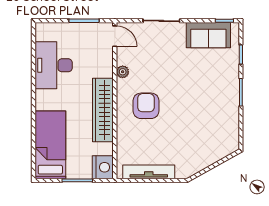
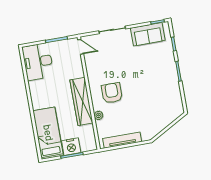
desk: (54, 65) -> (38, 62), moved
plant: (123, 72) -> (98, 115), moved
nightstand: (103, 167) -> (71, 147), moved, turned 90

